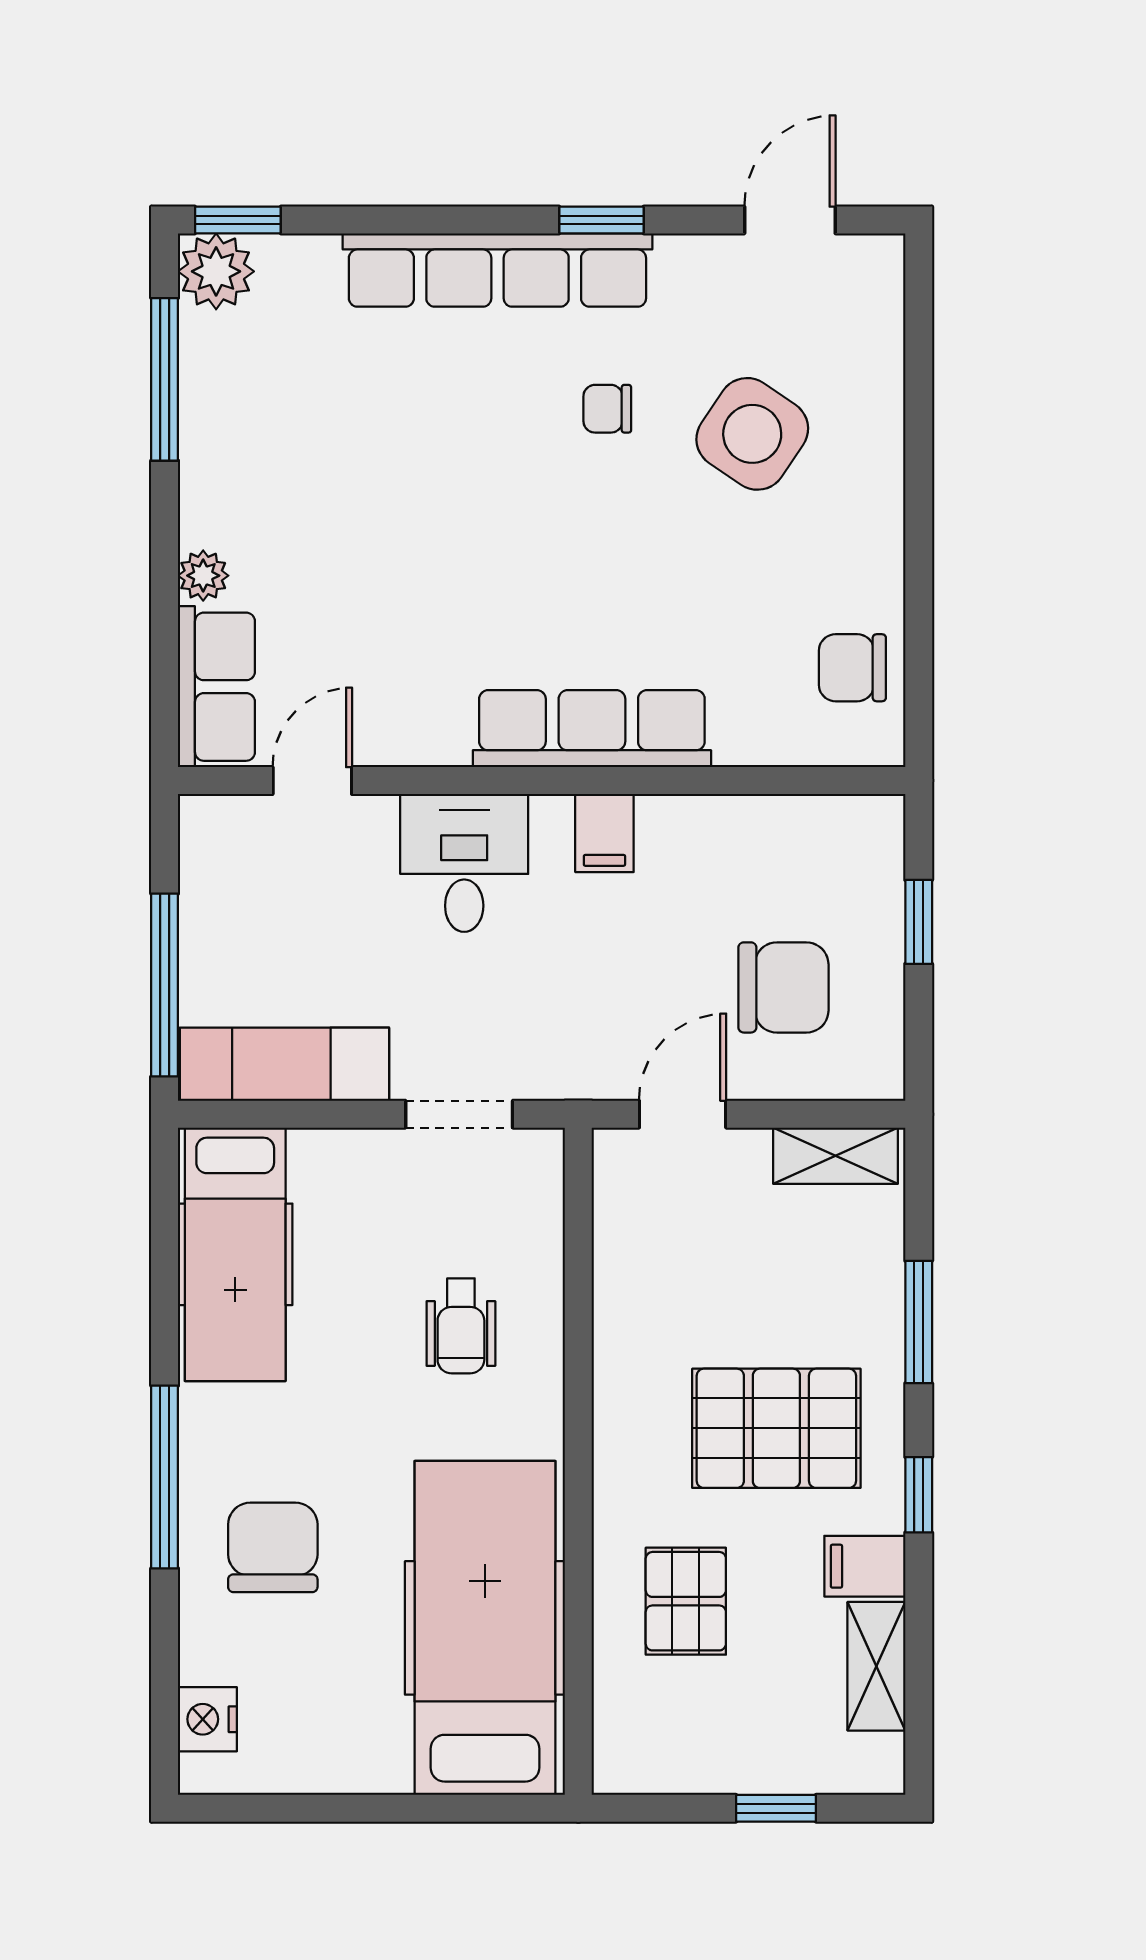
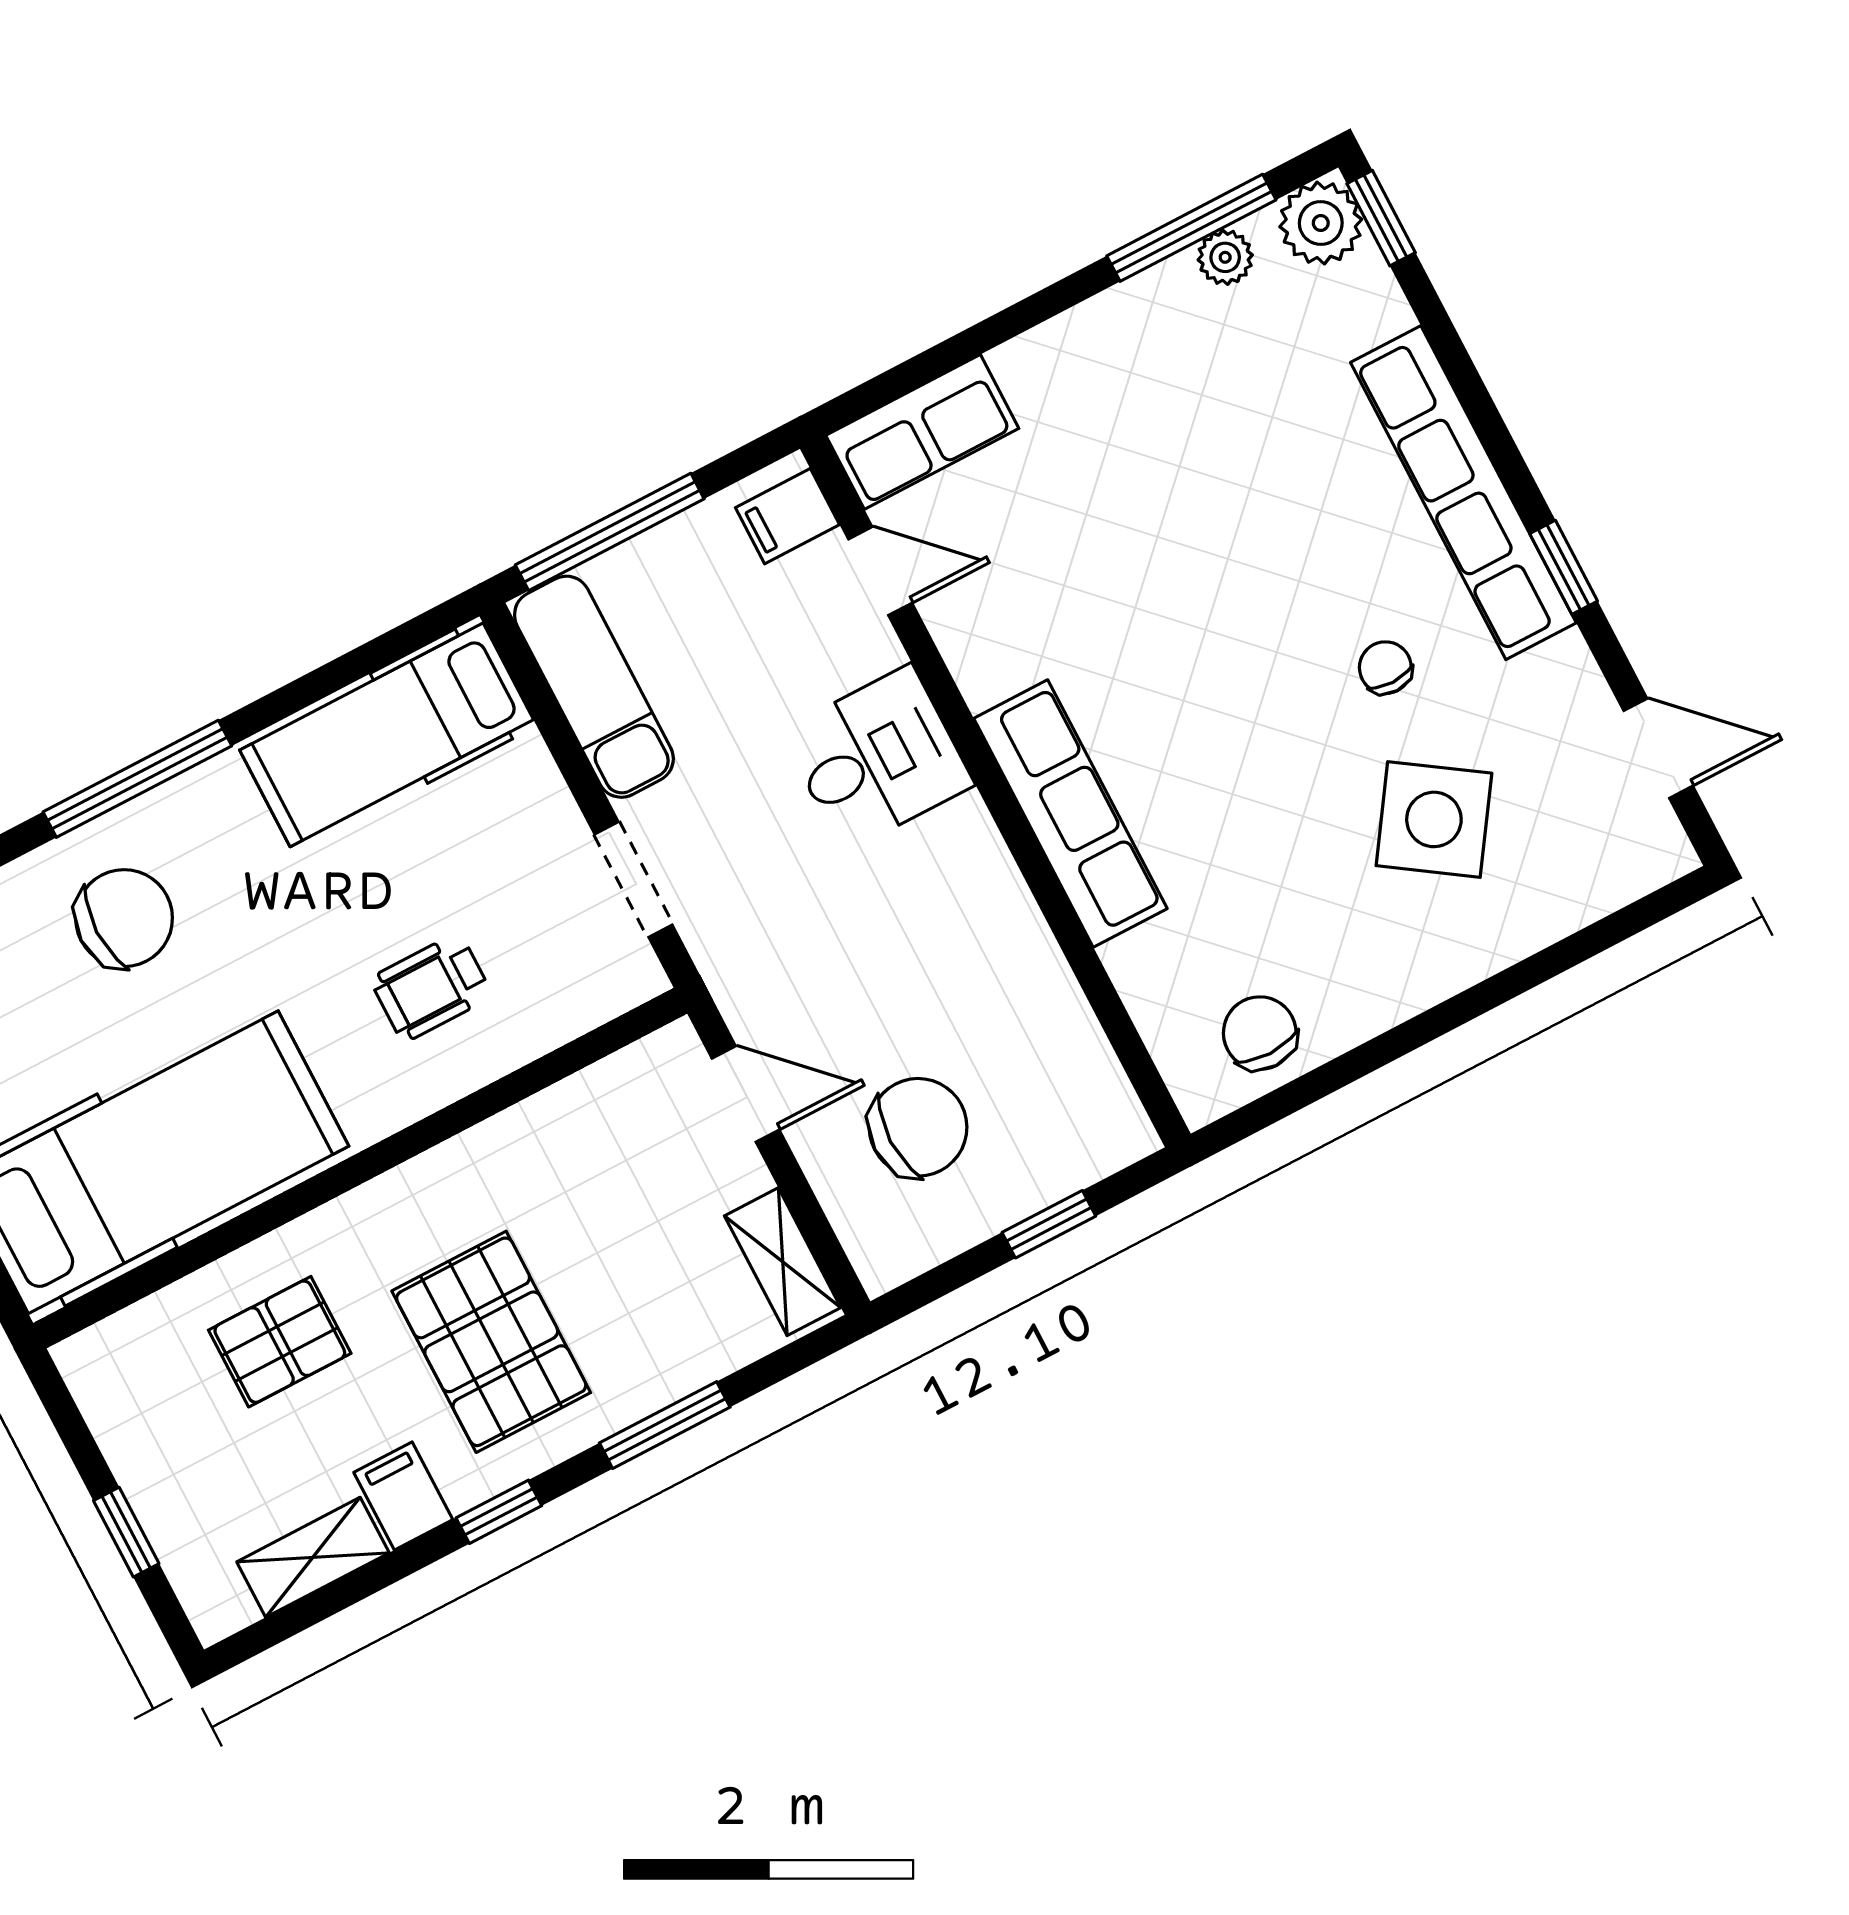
plant: (203, 576) -> (1225, 257), moved
filing cabinet: (604, 833) -> (787, 516), moved
chair: (783, 987) -> (918, 1127), turned -90

